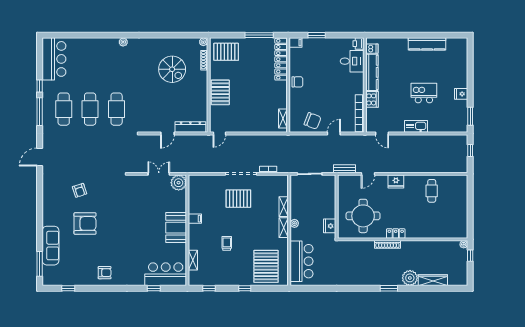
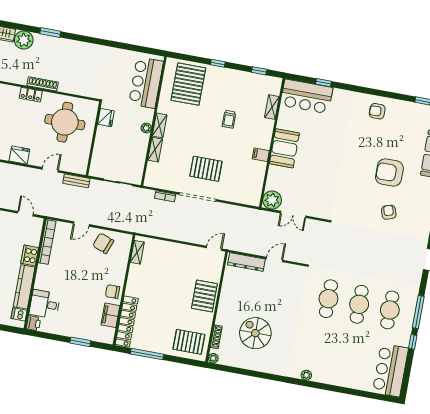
filing cabinet: (296, 43) -> (110, 315), moved, width x2.00

